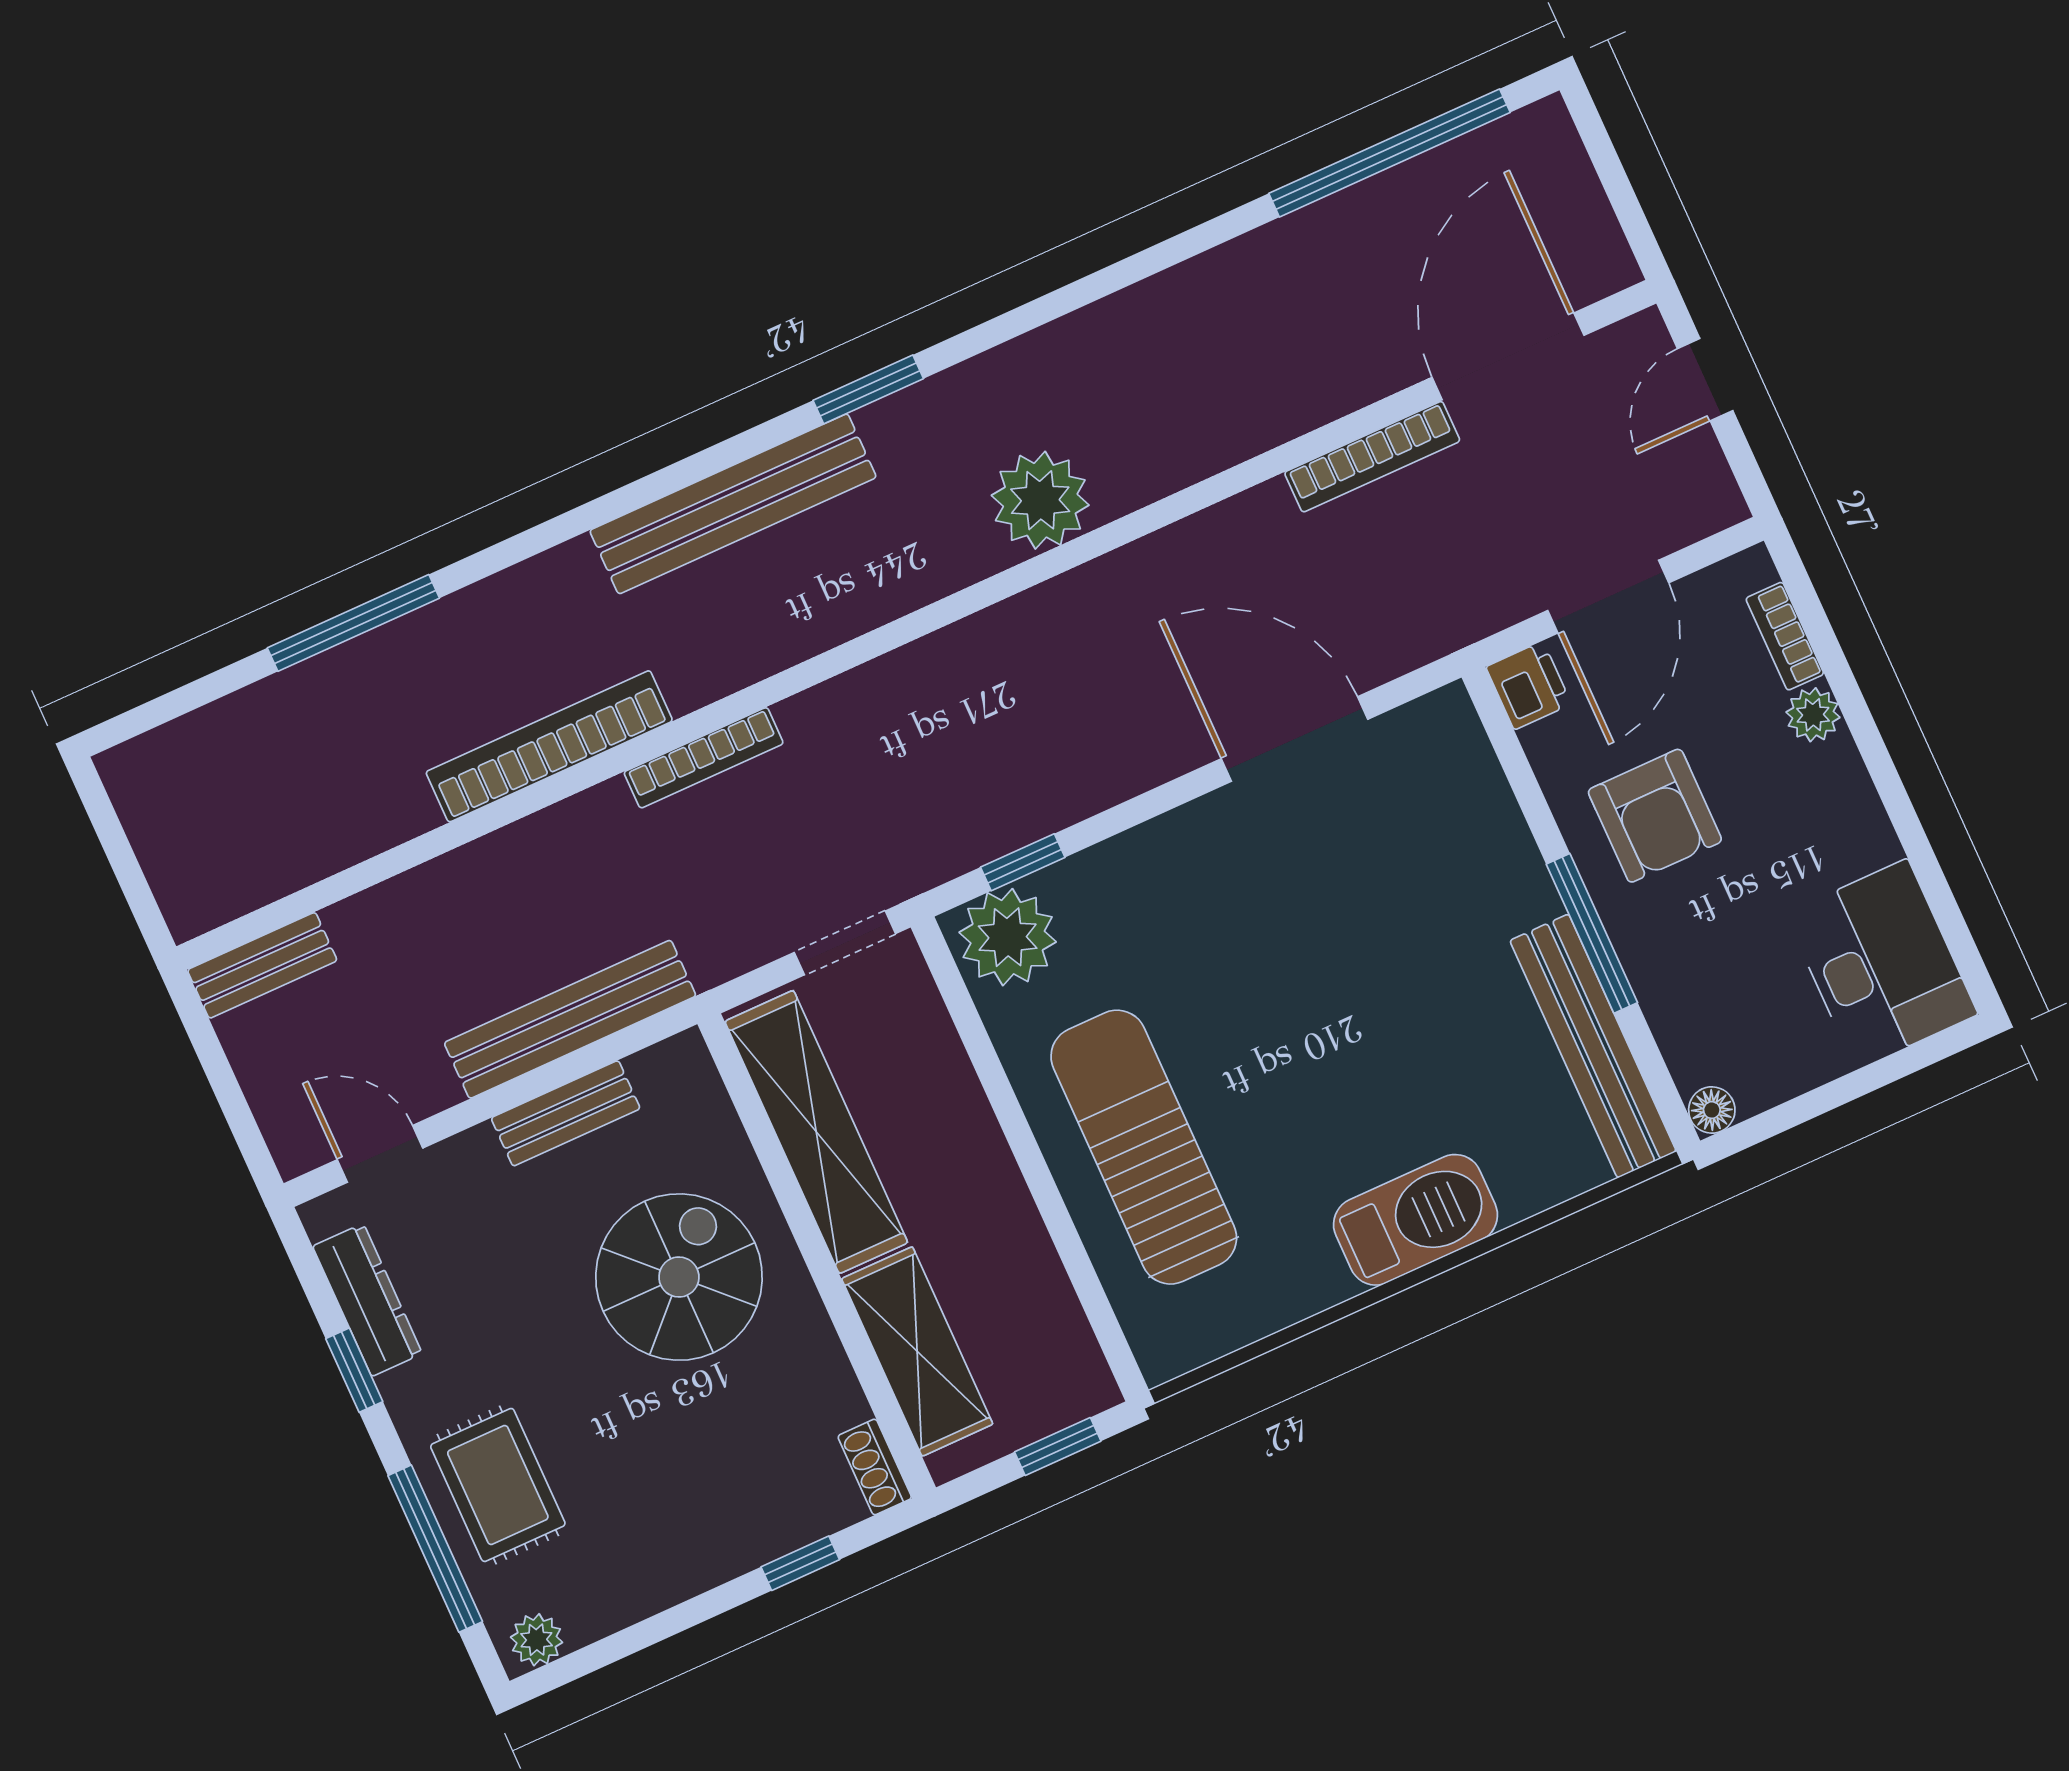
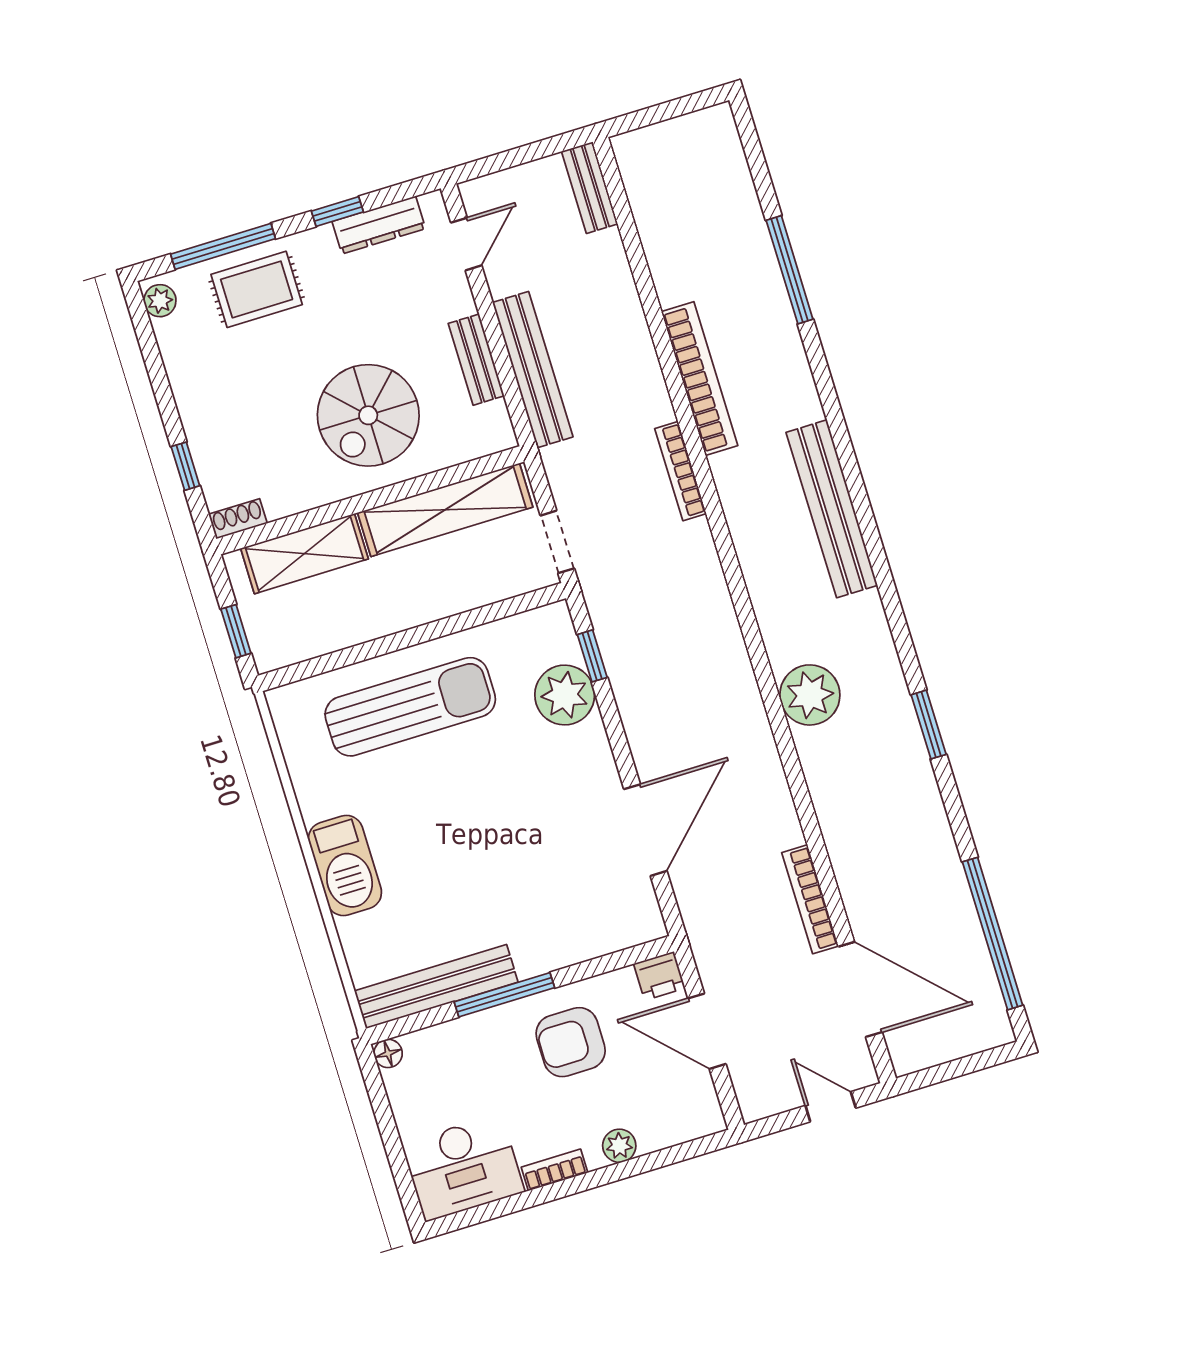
window: (868, 389) -> (929, 725), moved
bookcase: (1785, 636) -> (554, 1170), moved
plant: (1008, 937) -> (565, 695), moved
spiral stairs: (679, 1277) -> (368, 415), turned 90

